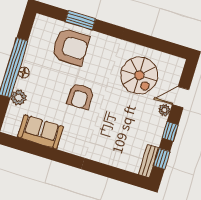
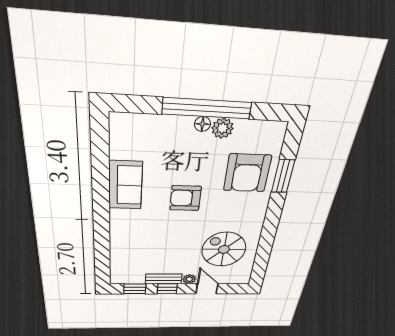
spiral stairs: (139, 75) -> (224, 249), turned 90
plant: (19, 98) -> (223, 128), moved
sofa: (40, 132) -> (125, 185), moved
bench: (149, 161) -> (164, 279), moved

